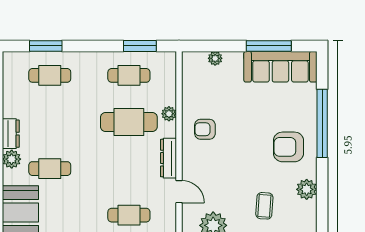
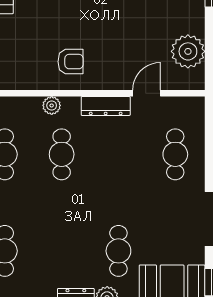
cafe table: (129, 122) -> (62, 154), width x0.73, depth x0.74
armchair: (205, 129) -> (70, 62), turned -90

